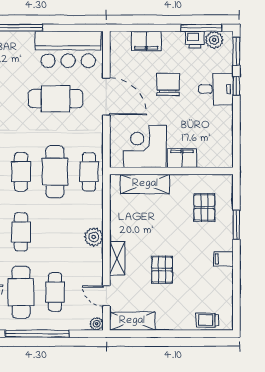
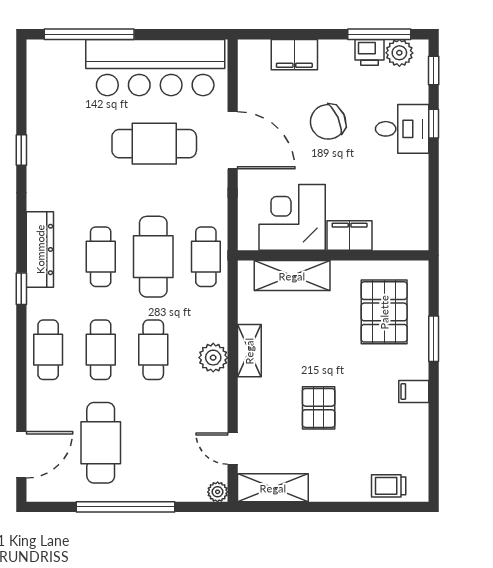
bar counter: (68, 49) -> (155, 68), width x1.36
window: (236, 51) -> (434, 70), width x0.67
chair: (168, 85) -> (328, 122), turned -114
pallet: (204, 207) -> (384, 312), width x1.50, depth x1.42
shelving: (117, 258) -> (249, 351), moved
cafe table: (55, 292) -> (153, 350), moved

